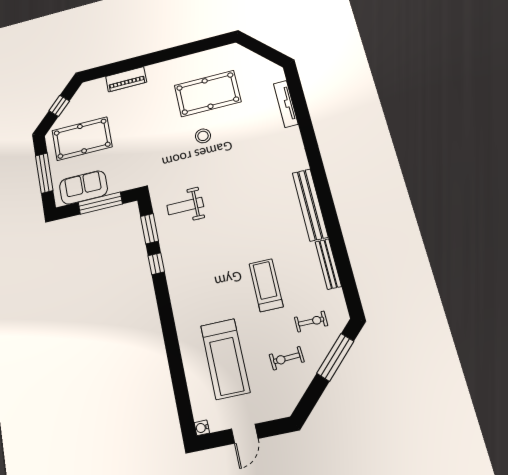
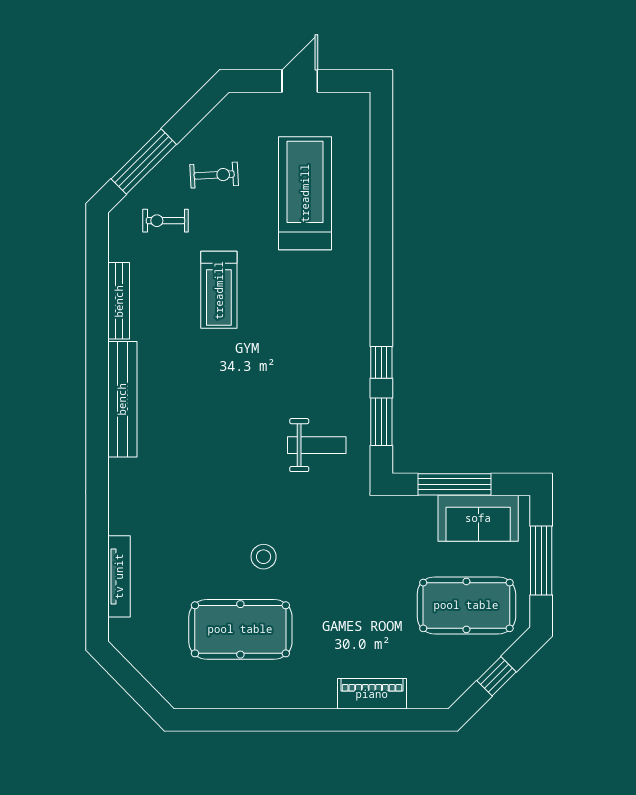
water cooler: (202, 428) -> (361, 102), removed

